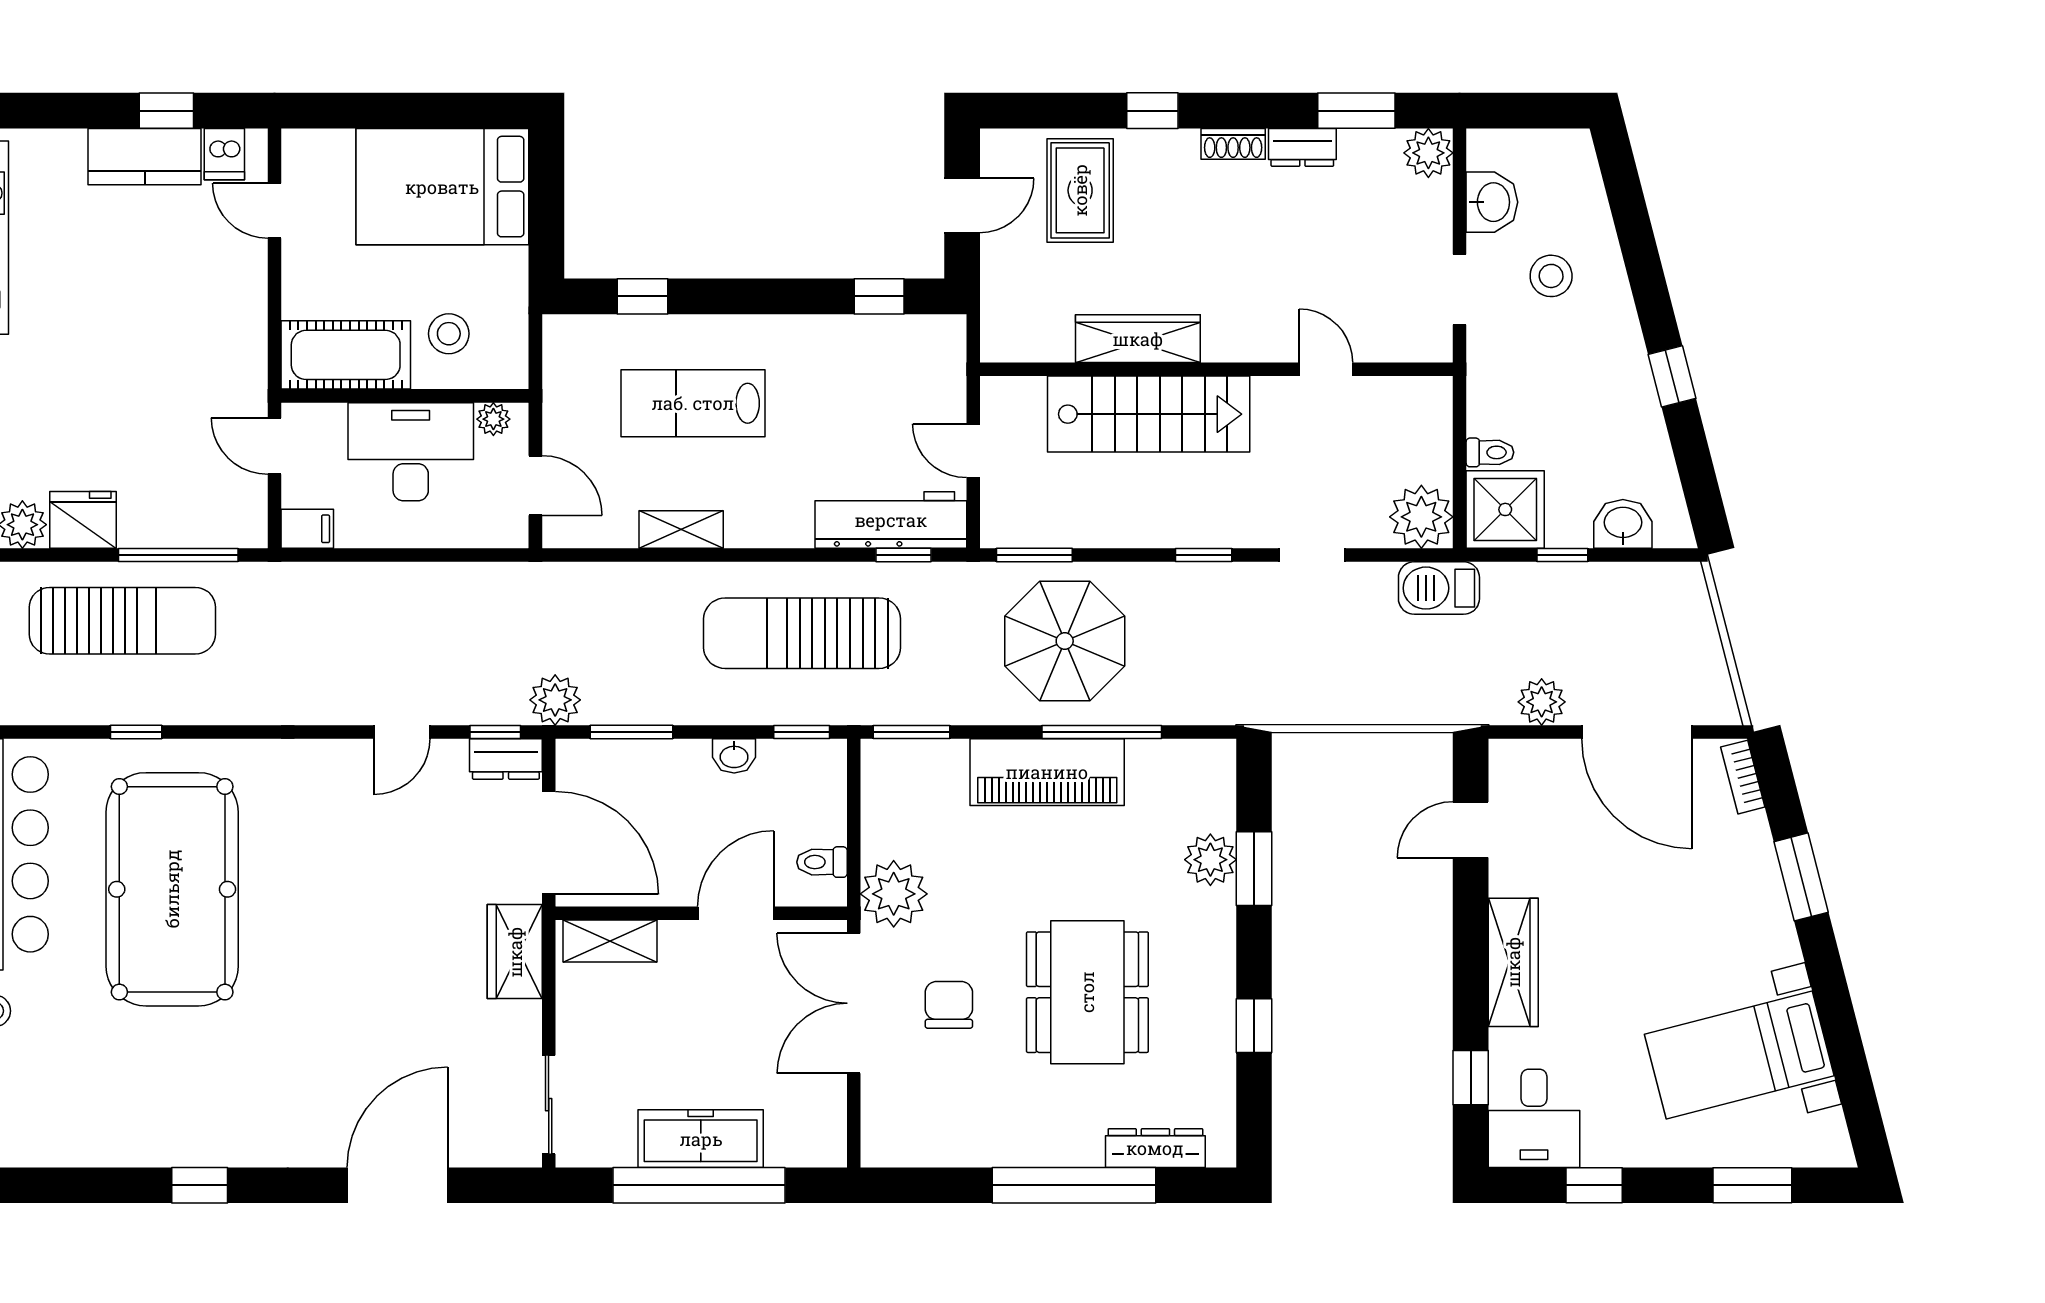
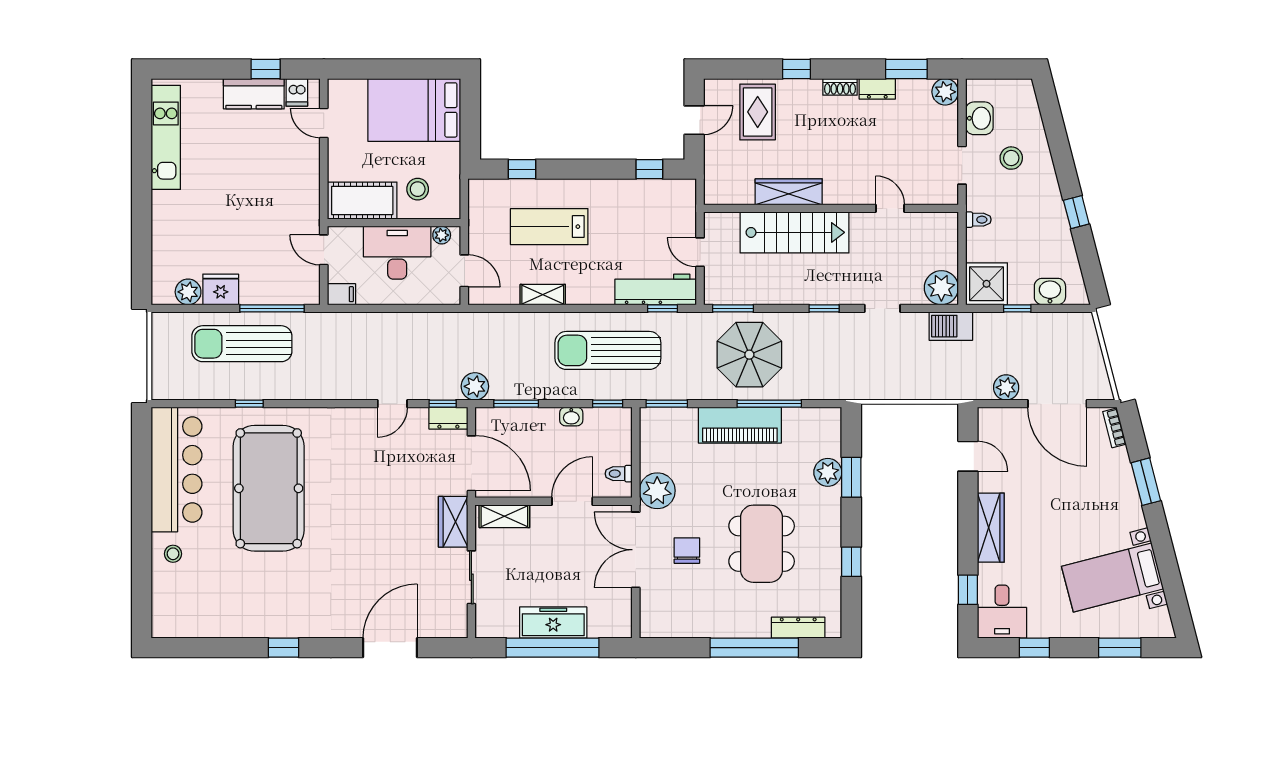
toilet: (1490, 452) -> (978, 220), moved
sun lounger: (122, 621) -> (242, 344), turned 180
door: (1471, 830) -> (968, 456), swing flipped
sliding door: (549, 1105) -> (471, 577), moved

